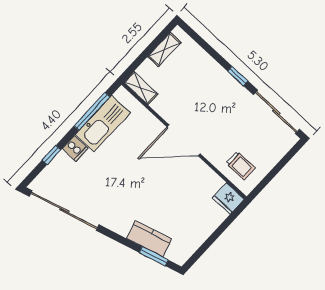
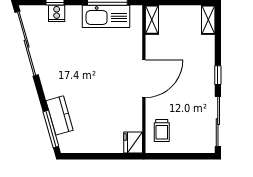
shelving: (164, 49) -> (208, 20), moved, turned 90
door: (184, 140) -> (144, 79), swing flipped
cooker: (75, 148) -> (57, 13), moved
window: (154, 256) -> (51, 129), width x1.44

